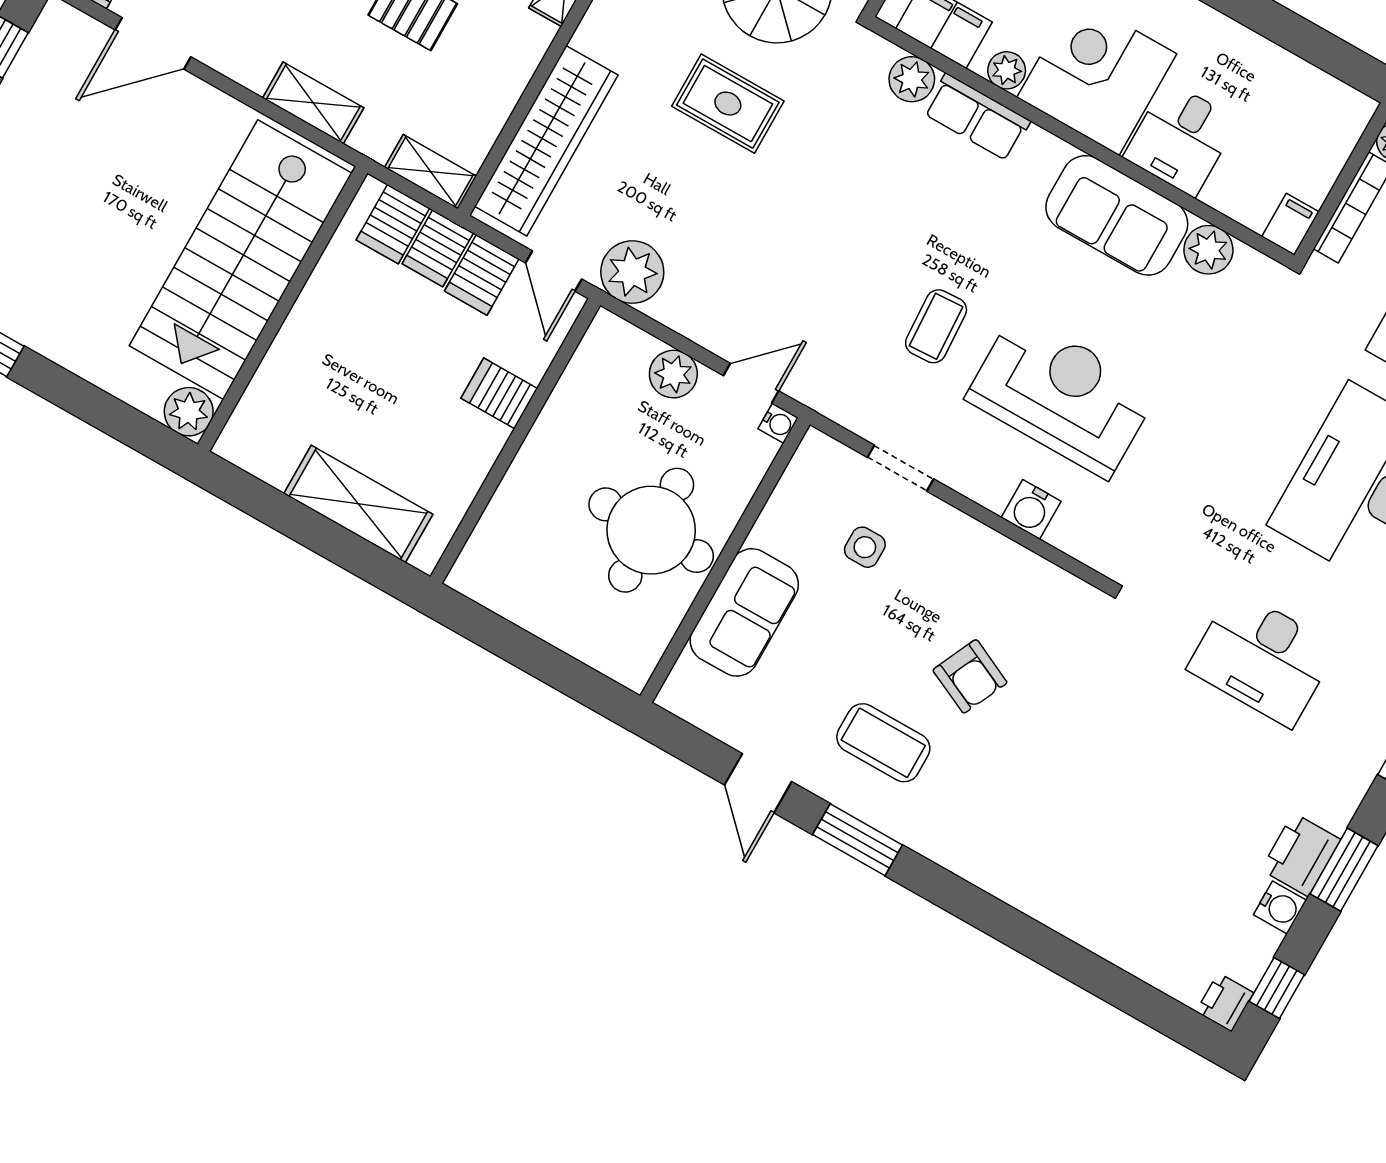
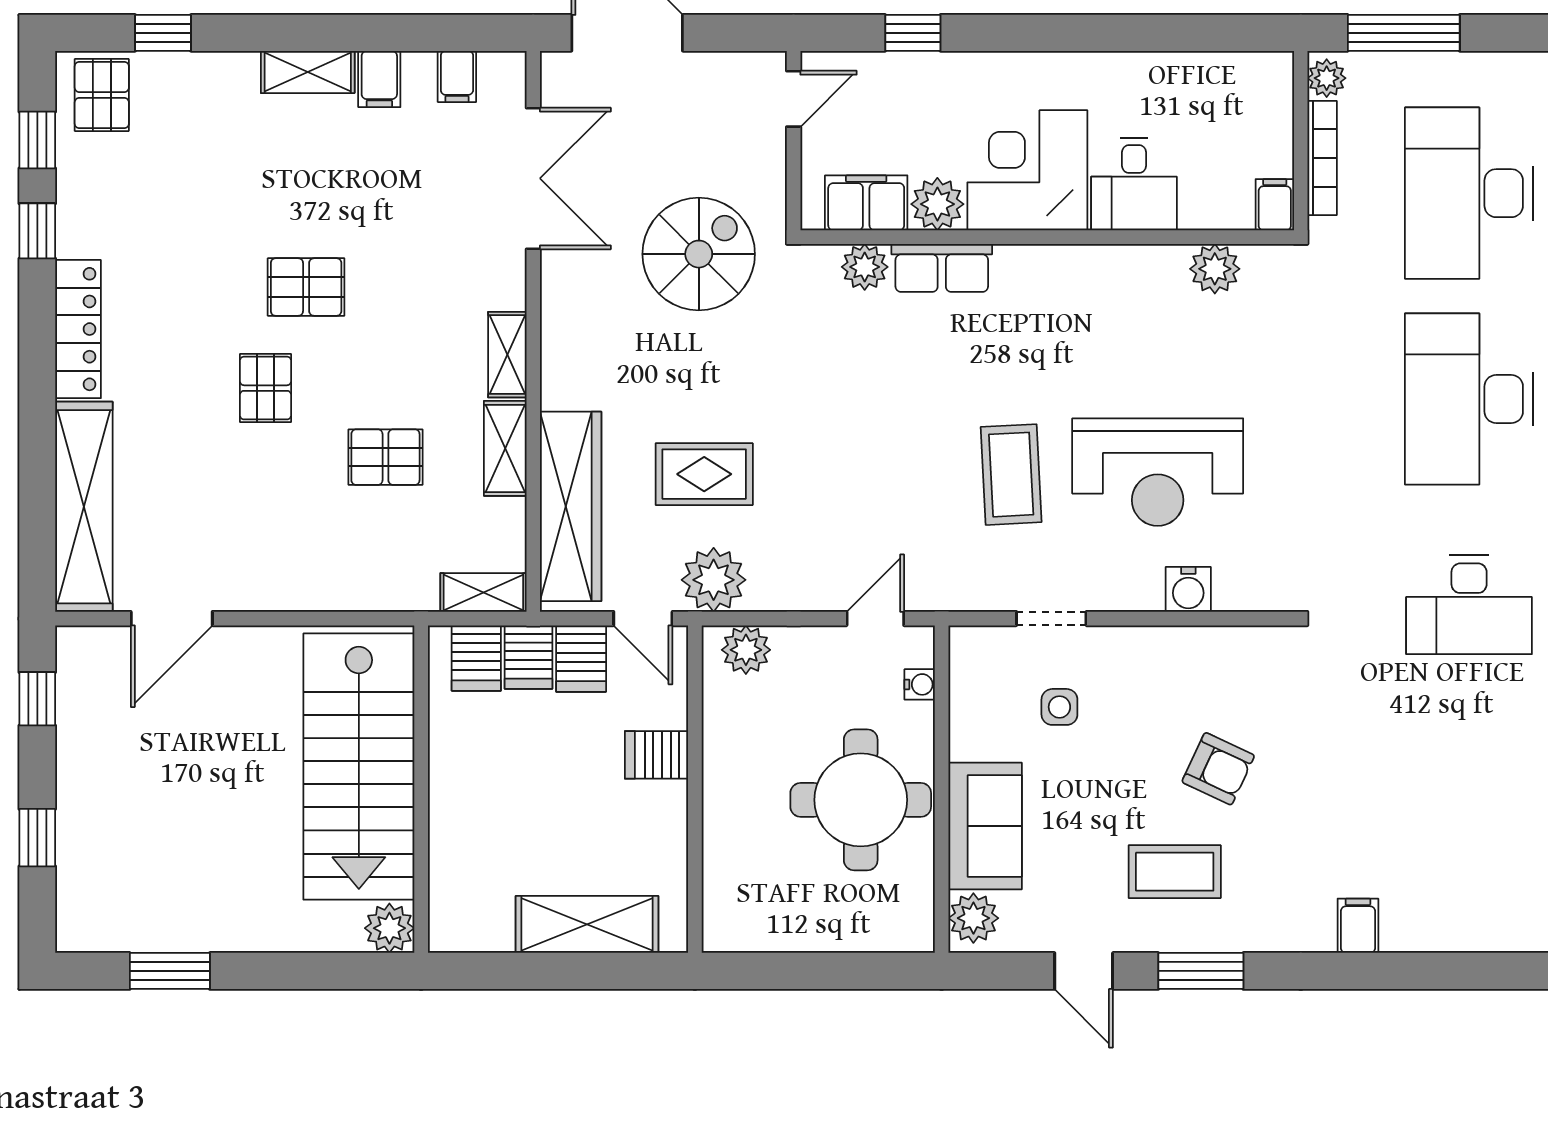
plant: (1007, 70) -> (937, 204), width x1.38, depth x1.38
shelving: (313, 103) -> (505, 448), moved, turned 90
rug: (728, 104) -> (704, 474), moved
sofa: (1117, 215) -> (1116, 285), removed
coffee table: (936, 326) -> (1011, 475), width x1.36, depth x1.30
plant: (673, 374) -> (746, 650), moved
reception desk: (1062, 395) -> (1158, 472), turned 180
water cooler: (778, 423) -> (920, 684), moved
plant: (690, 685) -> (973, 918), added
filing cabinet: (1013, 877) -> (1358, 926), added

